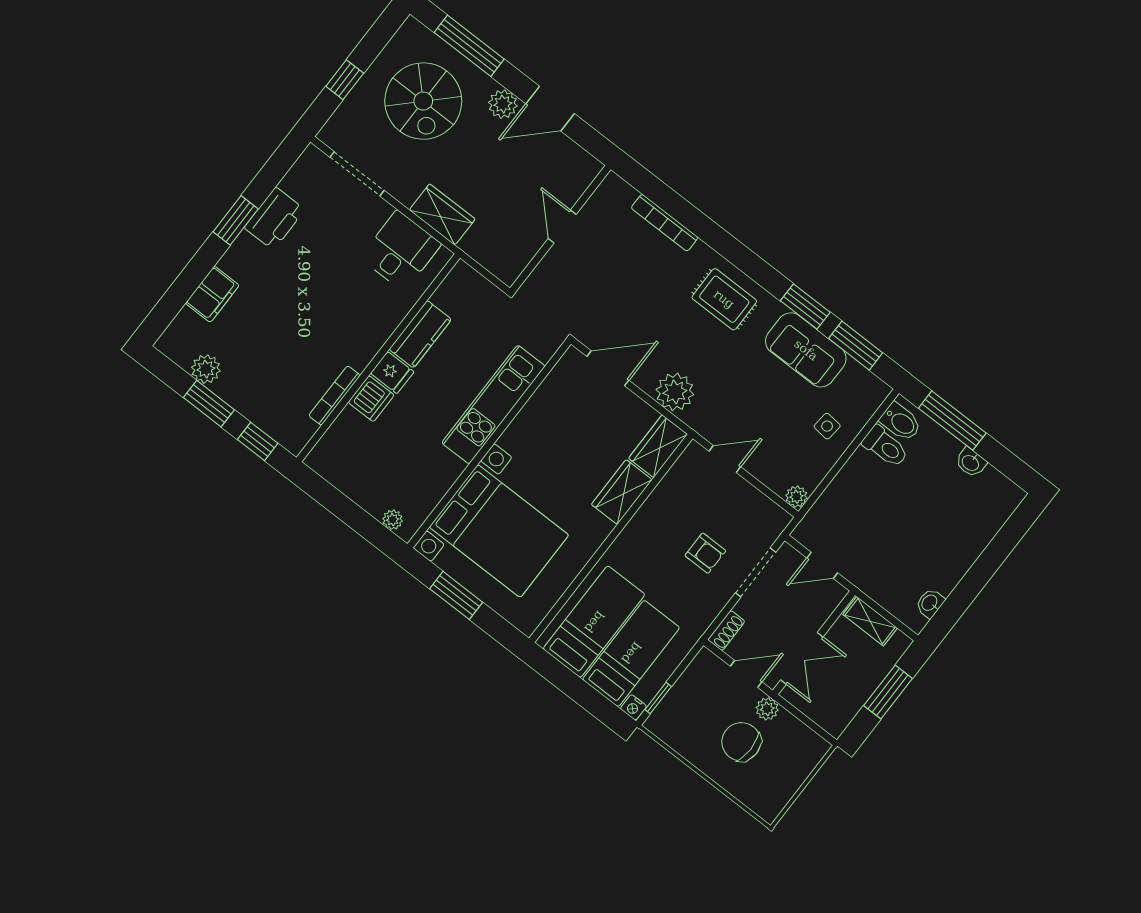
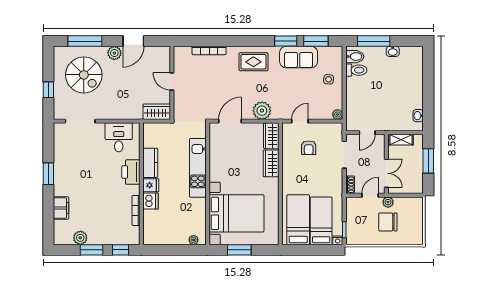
wardrobe: (442, 214) -> (157, 112), moved
printer: (275, 219) -> (131, 172), moved, turned 180
armchair: (705, 553) -> (309, 148), moved, turned 90

